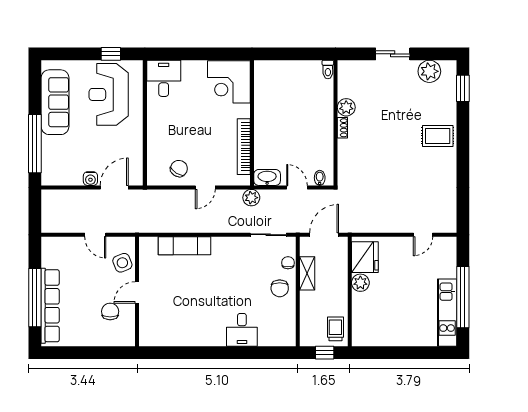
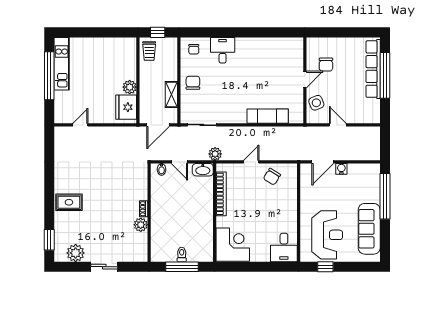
window: (294, 54) -> (182, 267), added
toilet: (328, 70) -> (182, 254), moved
chair: (288, 263) -> (194, 49), moved

